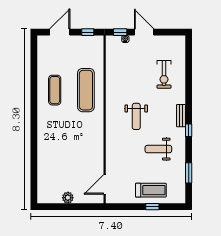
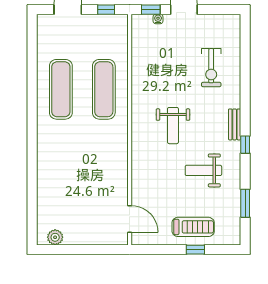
exercise mat: (55, 90) -> (61, 89), width x1.36, depth x1.45
door: (105, 184) -> (130, 219), swing flipped
plant: (68, 198) -> (55, 237), moved

